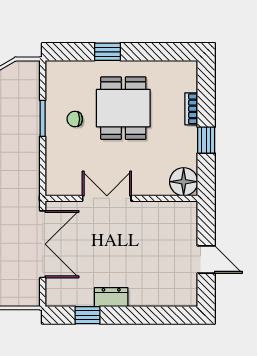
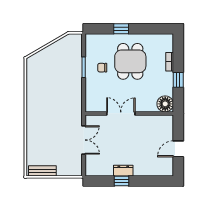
double door: (43, 244) -> (84, 140), width x0.73
door: (206, 259) -> (178, 149), swing flipped
window: (87, 315) -> (121, 181), moved

